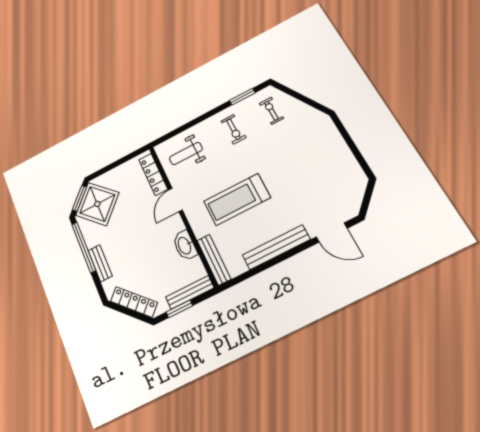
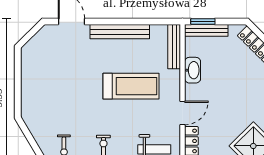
window: (179, 309) -> (203, 21), moved

